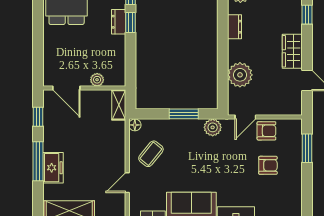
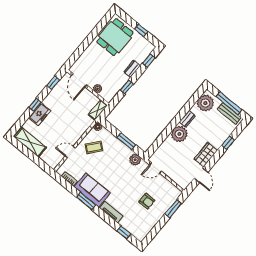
window: (130, 23) -> (127, 87), moved
plant: (240, 75) -> (179, 134), moved
armchair: (266, 131) -> (160, 184), removed
window: (38, 161) -> (35, 105), width x0.46

